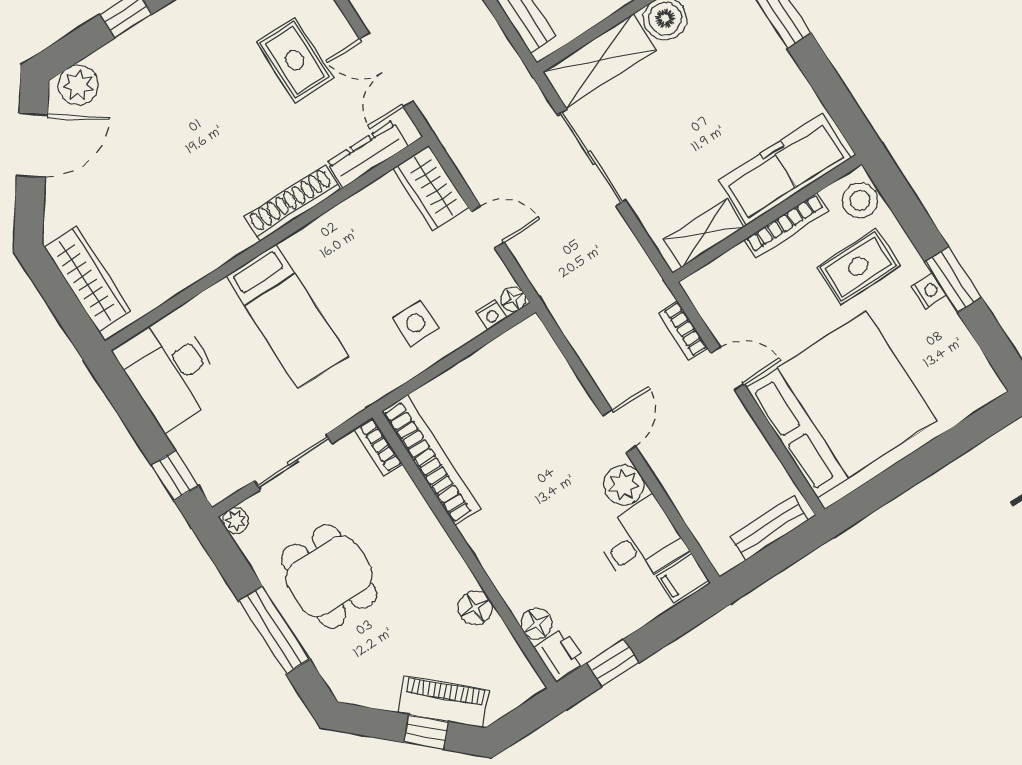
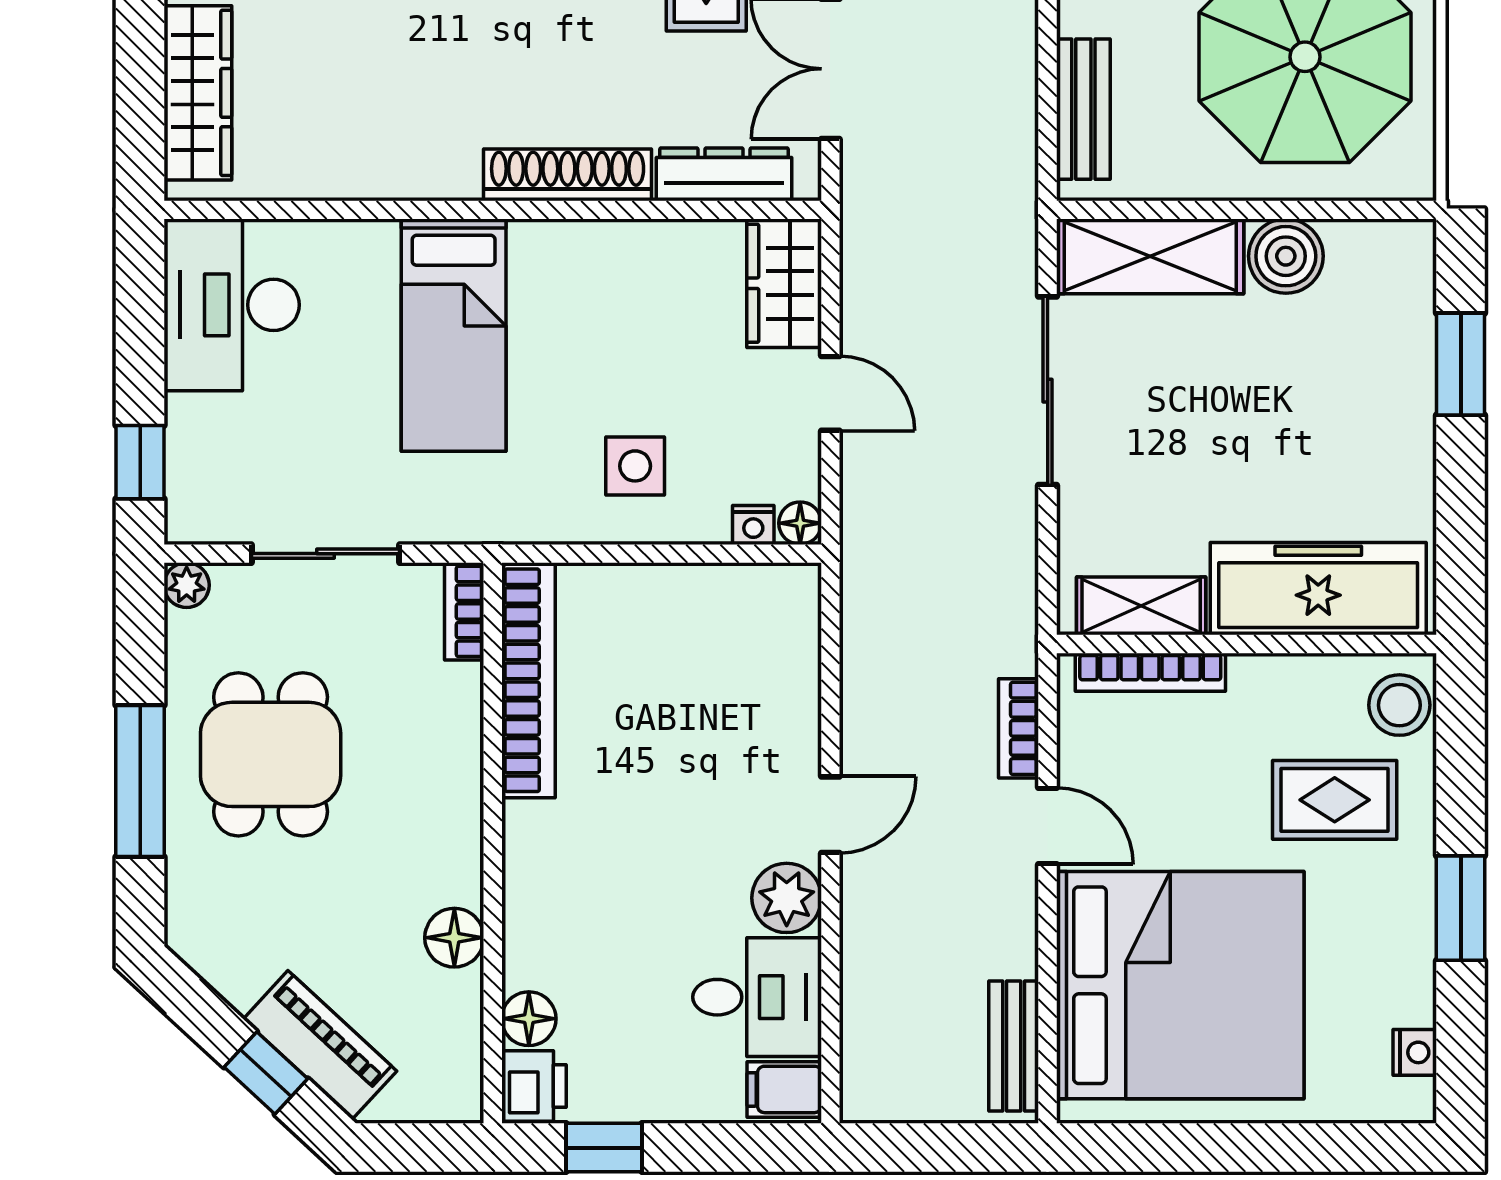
bookcase: (786, 225) -> (1150, 672), moved
nightstand: (929, 291) -> (1415, 1052), moved
bench: (770, 528) -> (1014, 1046), moved, turned 90

